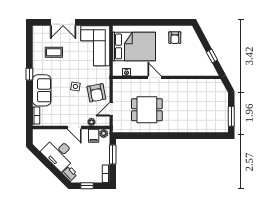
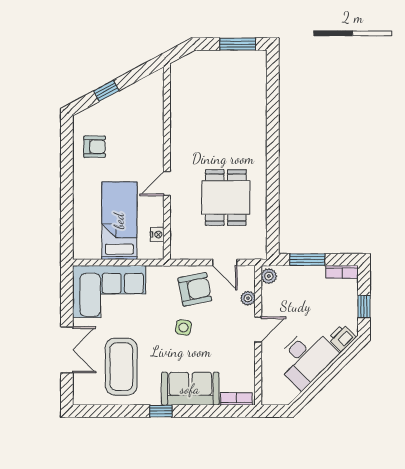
bed: (134, 46) -> (119, 221), width x0.67
coffee table: (54, 52) -> (121, 367), width x1.86, depth x1.72
window: (212, 56) -> (106, 91), moved
filing cabinet: (94, 136) -> (273, 294), removed

